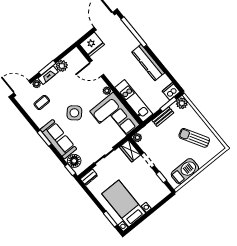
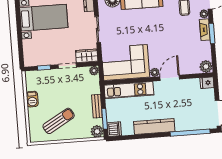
fridge: (92, 44) -> (207, 83), width x0.53, depth x0.75
plant: (62, 66) -> (206, 67), moved
door: (97, 68) -> (170, 78), moved
side table: (74, 113) -> (155, 30), removed
barbecue: (185, 171) -> (32, 99), width x0.53, depth x0.65

